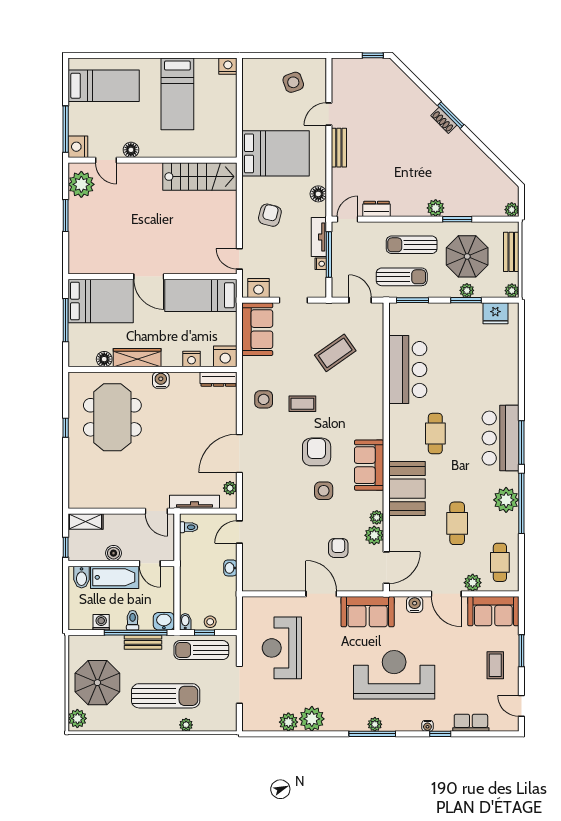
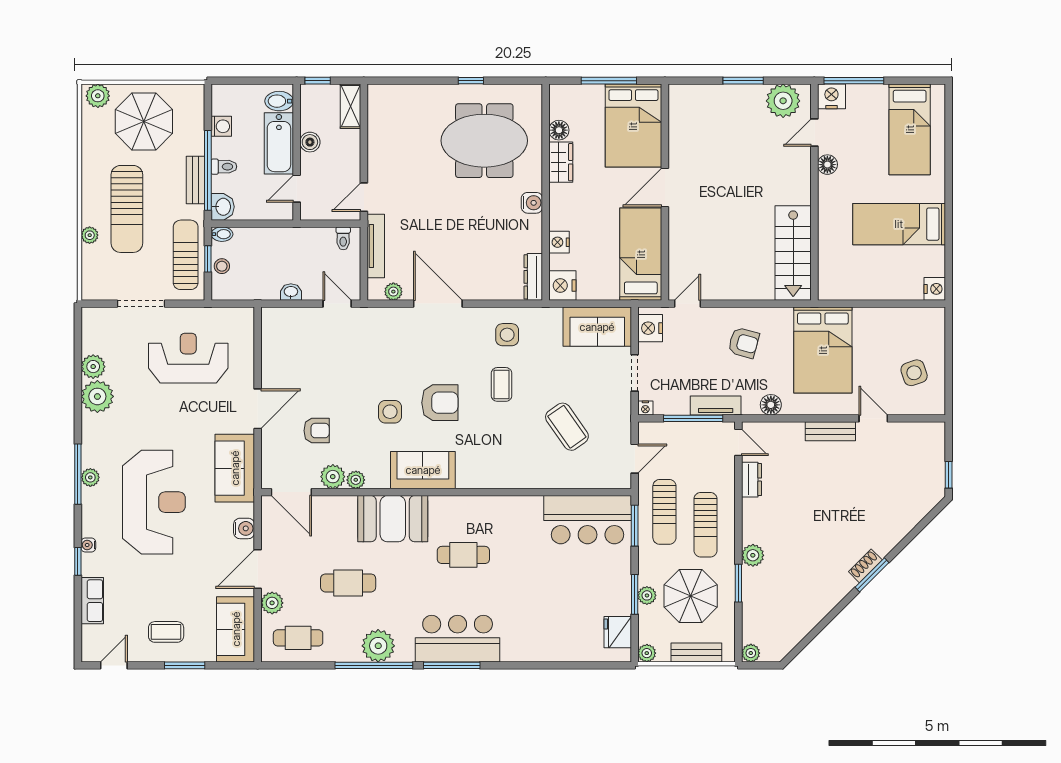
sun lounger: (412, 245) -> (706, 525), turned 180
nightstand: (321, 264) -> (645, 408), moved
wardrobe: (137, 358) -> (561, 162), width x0.67
bar counter: (408, 370) -> (588, 520), moved

